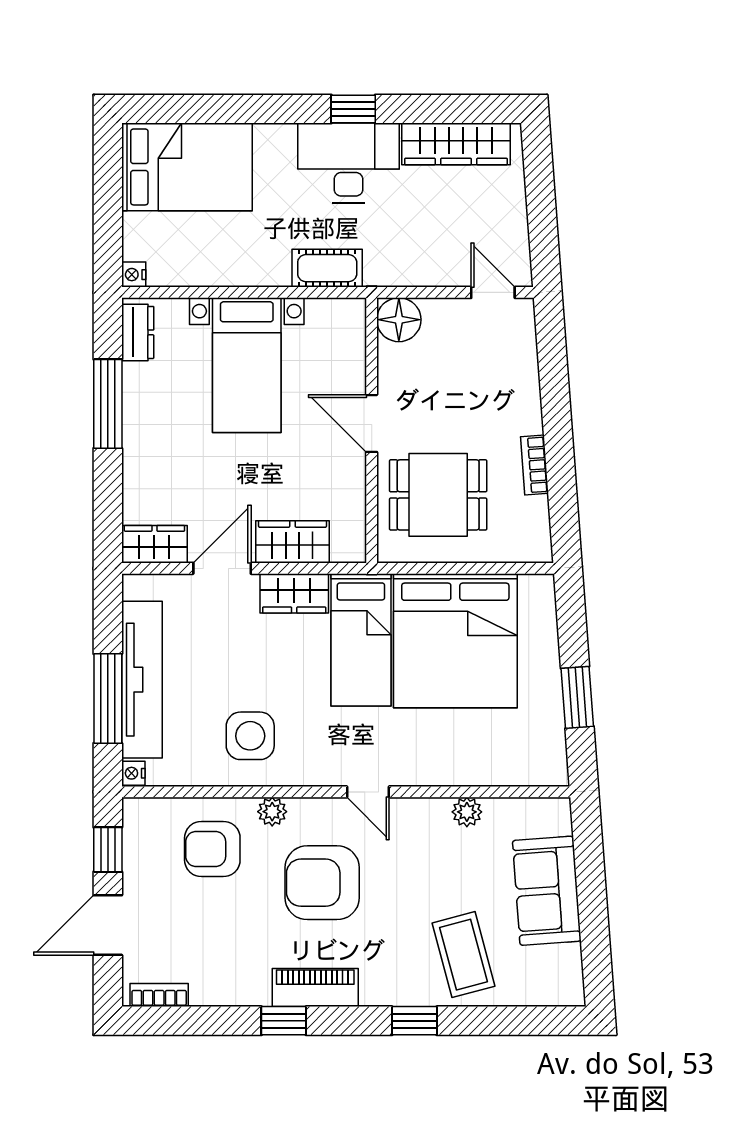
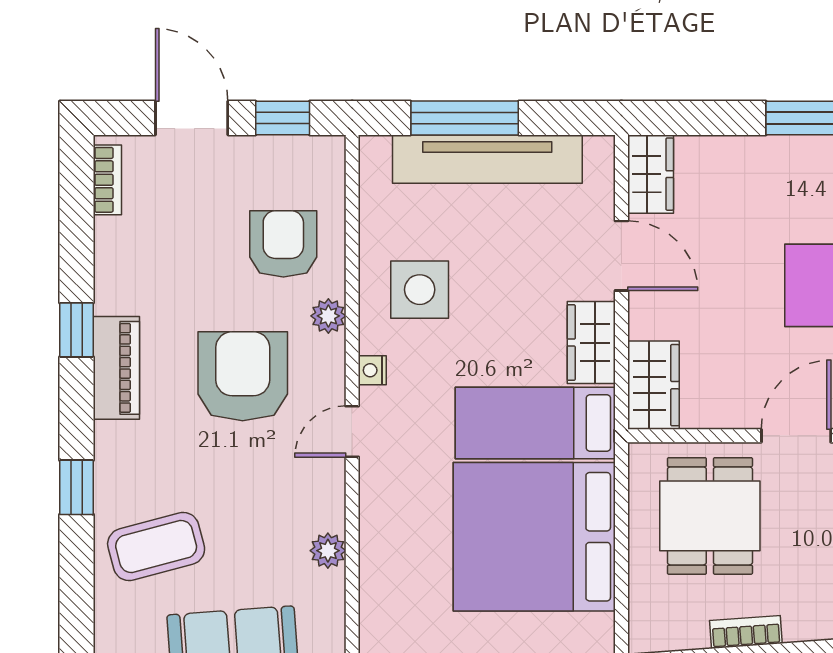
wardrobe: (292, 542) -> (653, 385), moved
nightstand: (133, 773) -> (372, 370), moved, turned -90

